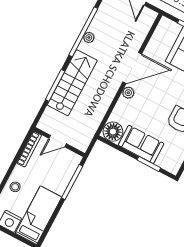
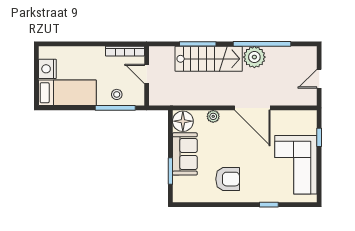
plant: (89, 38) -> (254, 57), width x1.87, depth x1.87
plant: (128, 93) -> (213, 116), moved
stool: (15, 187) -> (117, 94), moved

